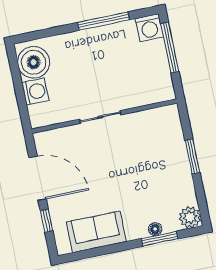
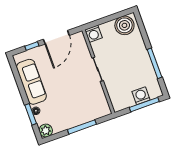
washing machine: (149, 28) -> (141, 96), moved, turned 90
washing machine: (35, 92) -> (93, 34), moved
window: (192, 156) -> (82, 127), width x1.44
sofa: (96, 232) -> (31, 82), width x1.36

